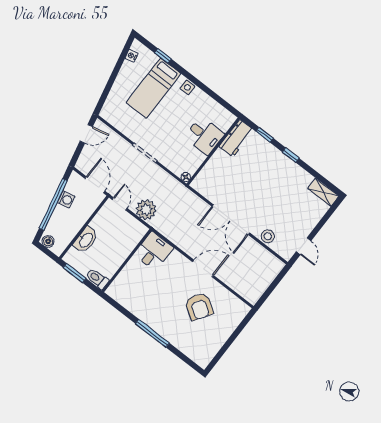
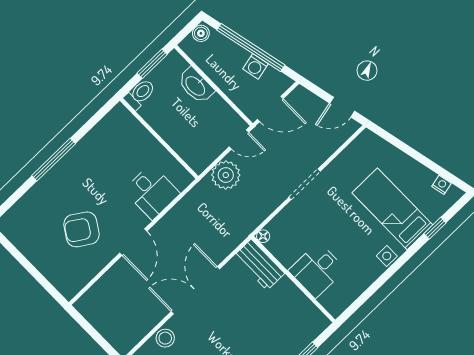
door: (86, 134) -> (342, 107), hinge flipped
workbench: (236, 138) -> (259, 265), moved
desk: (154, 251) -> (152, 192), moved

